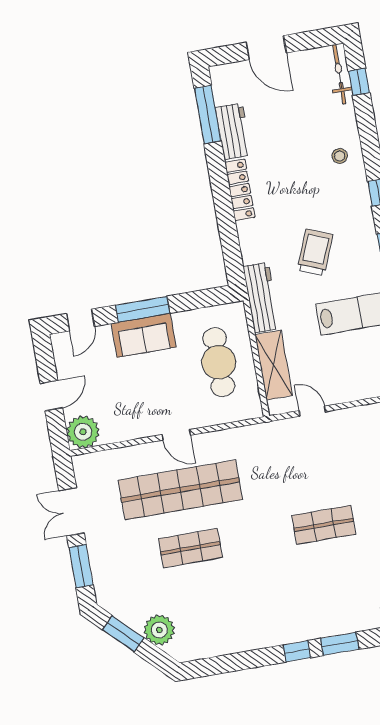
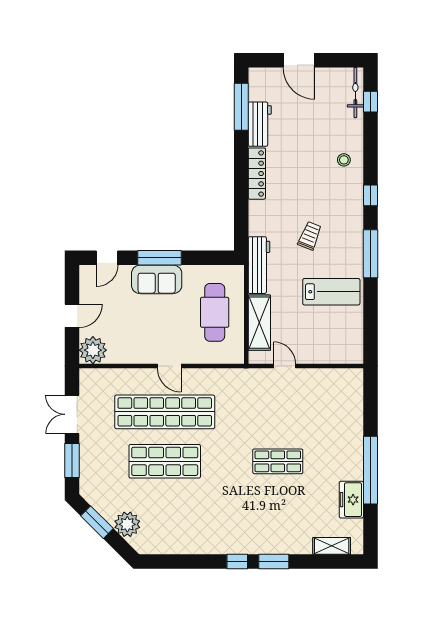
trolley: (315, 252) -> (310, 236), width x0.73, depth x0.72
shop shelf: (190, 548) -> (165, 461), width x1.43, depth x1.36

